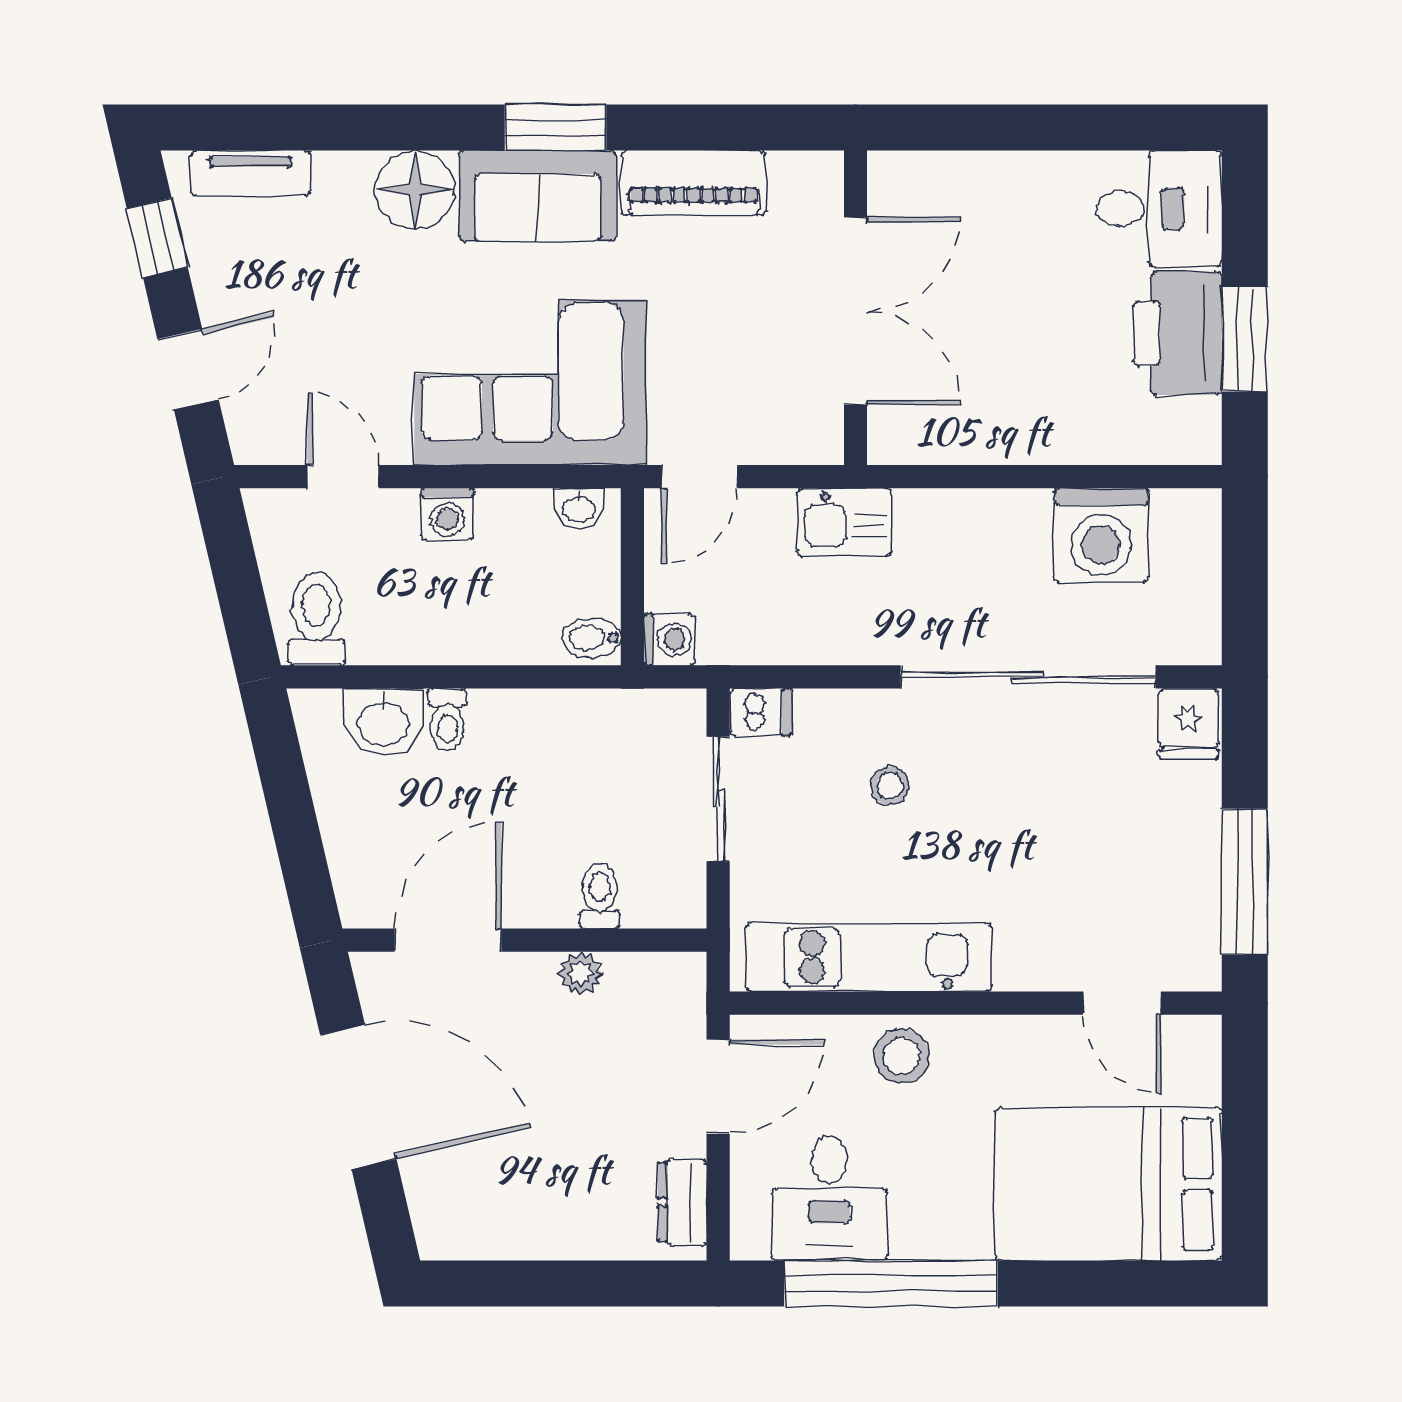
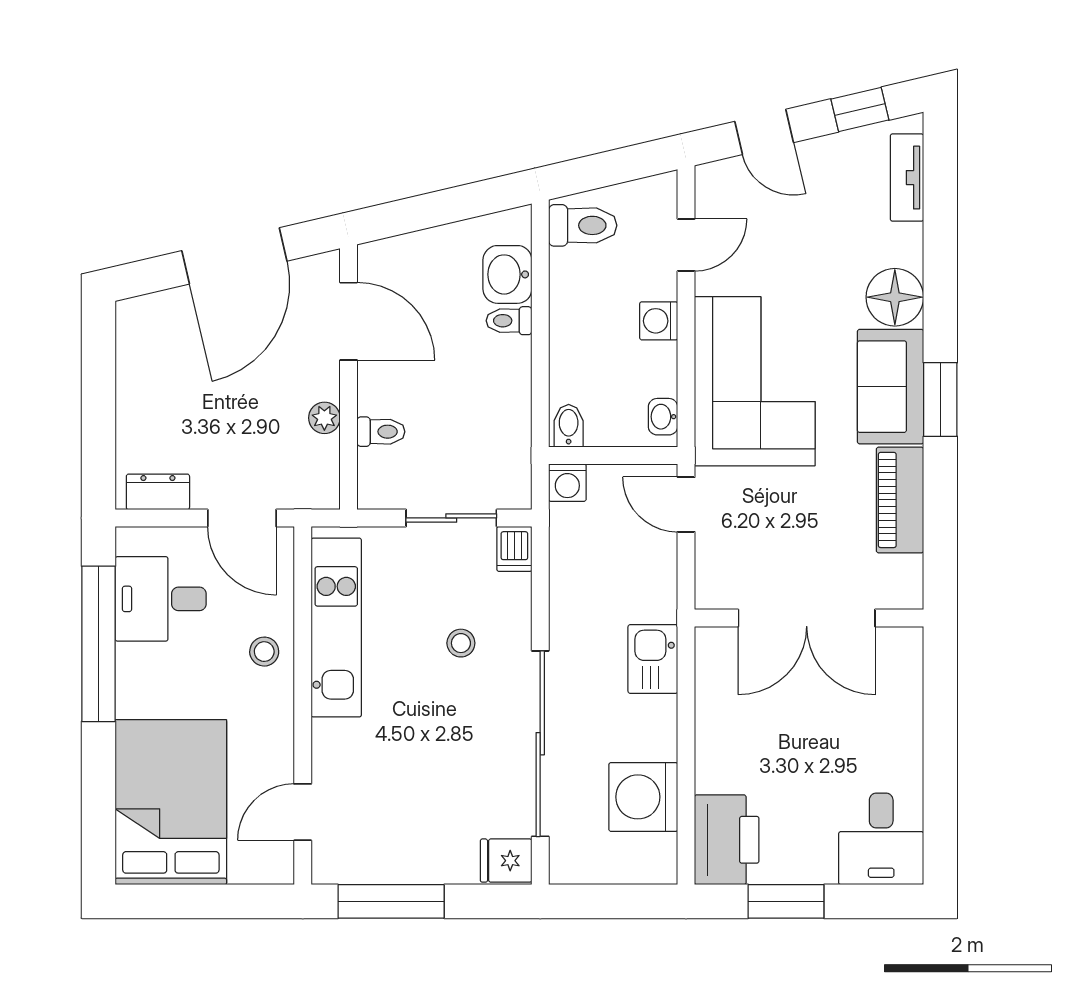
printer: (1177, 333) -> (727, 840), moved, turned 90
kitchen sink: (844, 522) -> (653, 659), moved
stool: (902, 1056) -> (264, 652), width x0.73, depth x0.73

